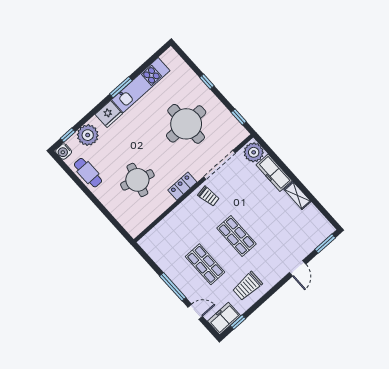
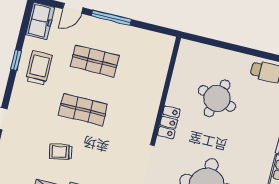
trolley: (209, 196) -> (61, 152), moved
window: (238, 322) -> (16, 60), moved

